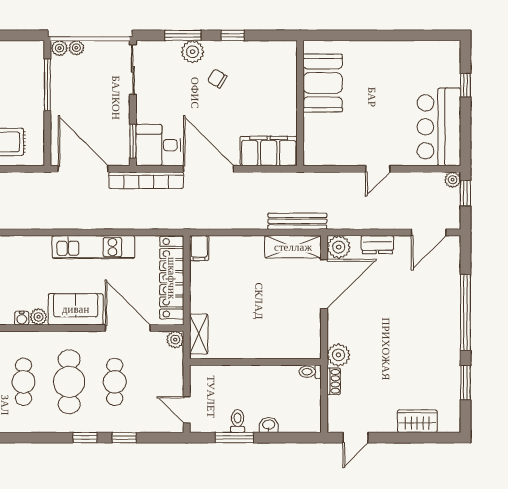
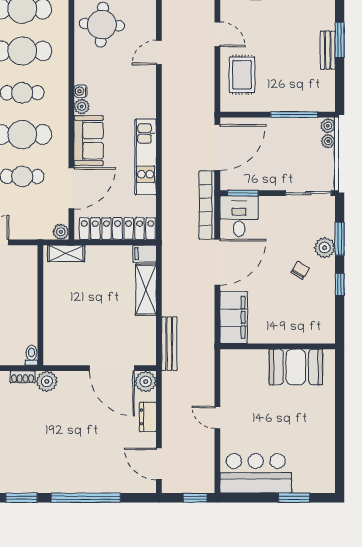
window: (465, 85) -> (294, 498), width x1.50
plant: (453, 180) -> (207, 486), removed
shelving: (293, 247) -> (146, 290), moved

